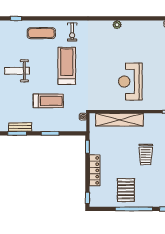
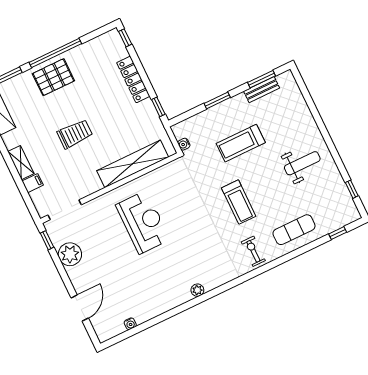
treadmill: (67, 66) -> (239, 202), width x0.73, depth x0.73
trolley: (146, 155) -> (75, 134), turned 90
pallet: (126, 190) -> (53, 77), moved, turned 90

